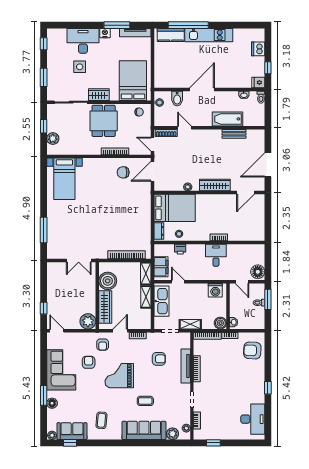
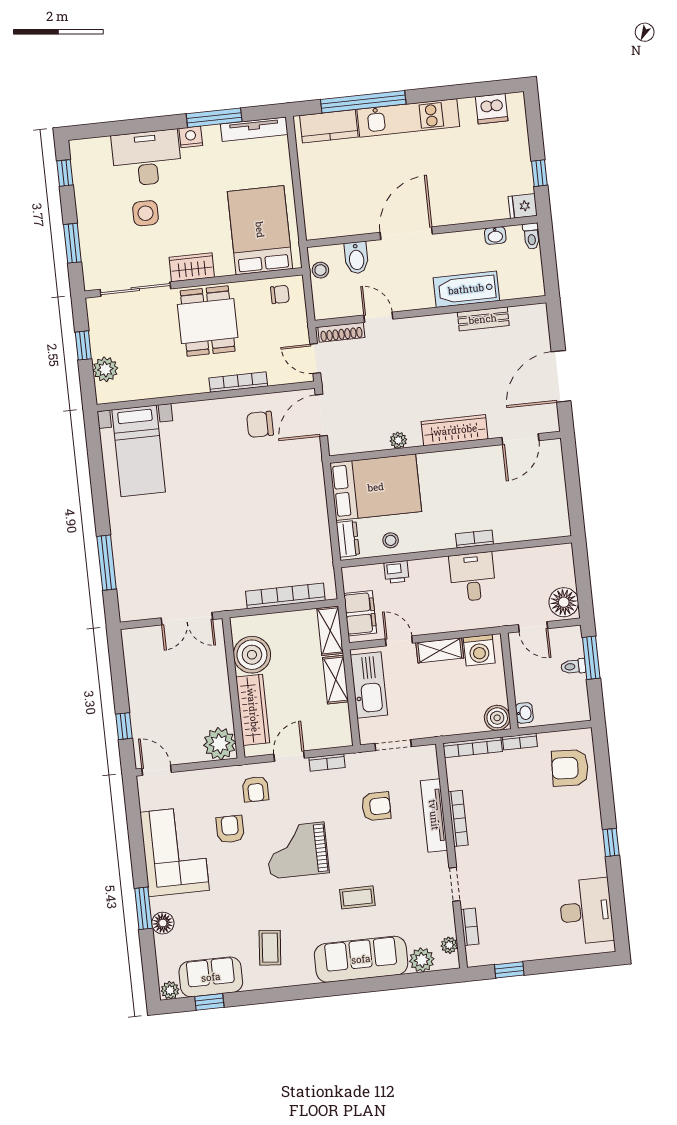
dishwasher: (258, 49) -> (492, 109), moved, turned -90
shelving: (190, 324) -> (440, 650), moved

